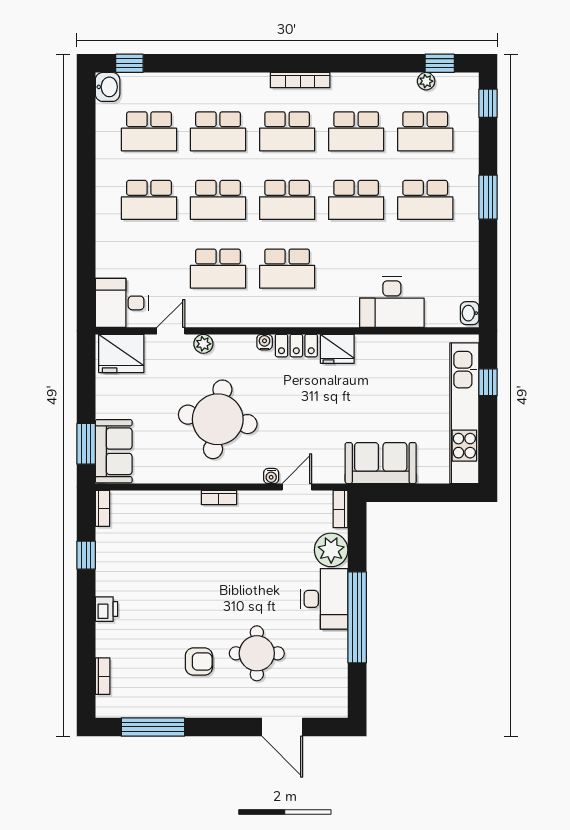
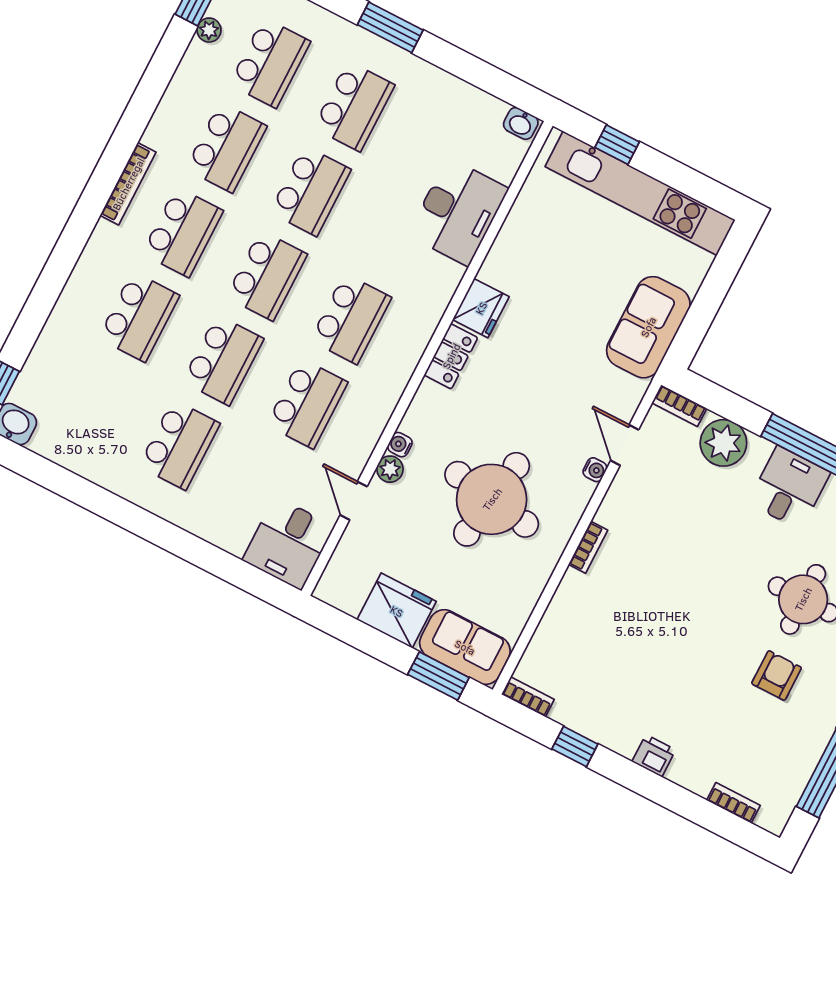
school desk: (149, 131) -> (95, 401), removed
water cooler: (265, 342) -> (400, 445), moved
fridge: (121, 353) -> (397, 611), moved, turned -90
desk: (324, 599) -> (789, 488), width x0.73

